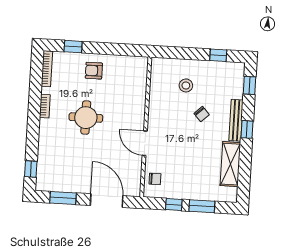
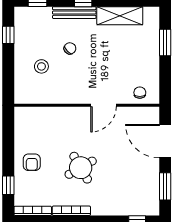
bookcase: (45, 106) -> (71, 211), width x1.56
round table: (86, 118) -> (81, 168), turned -30
door: (107, 201) -> (165, 141), hinge flipped
window: (174, 205) -> (165, 72), removed

